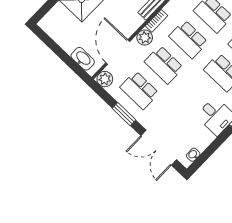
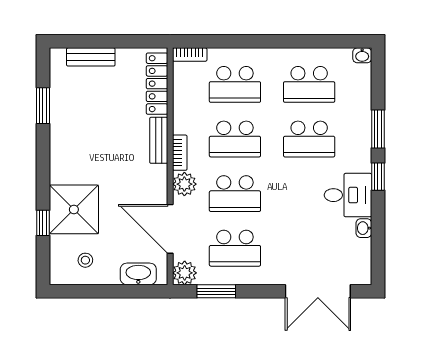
stool: (64, 29) -> (85, 260), added
window: (124, 114) -> (216, 291), moved
washbasin: (193, 155) -> (364, 228), moved

